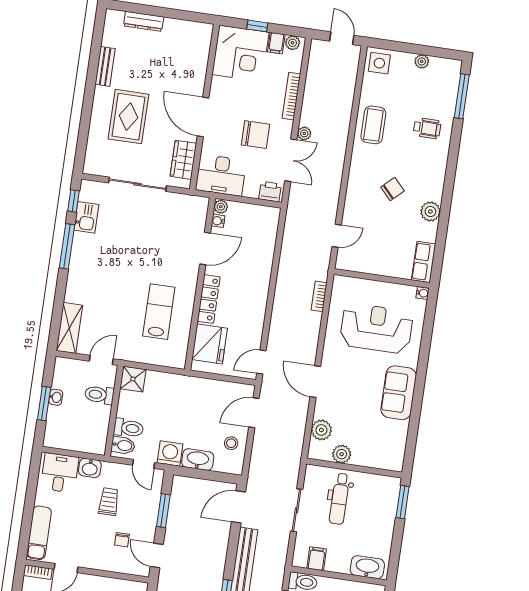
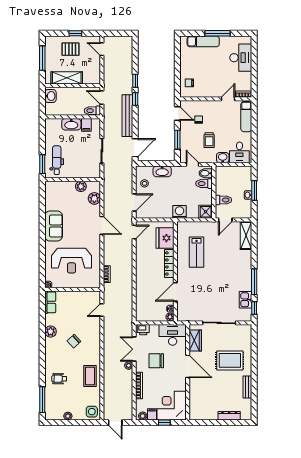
rug: (128, 117) -> (230, 360), turned 90
washing machine: (170, 454) -> (179, 212), moved, turned 180
dental chair: (339, 499) -> (57, 160), moved
washbasin: (367, 567) -> (71, 124), moved

